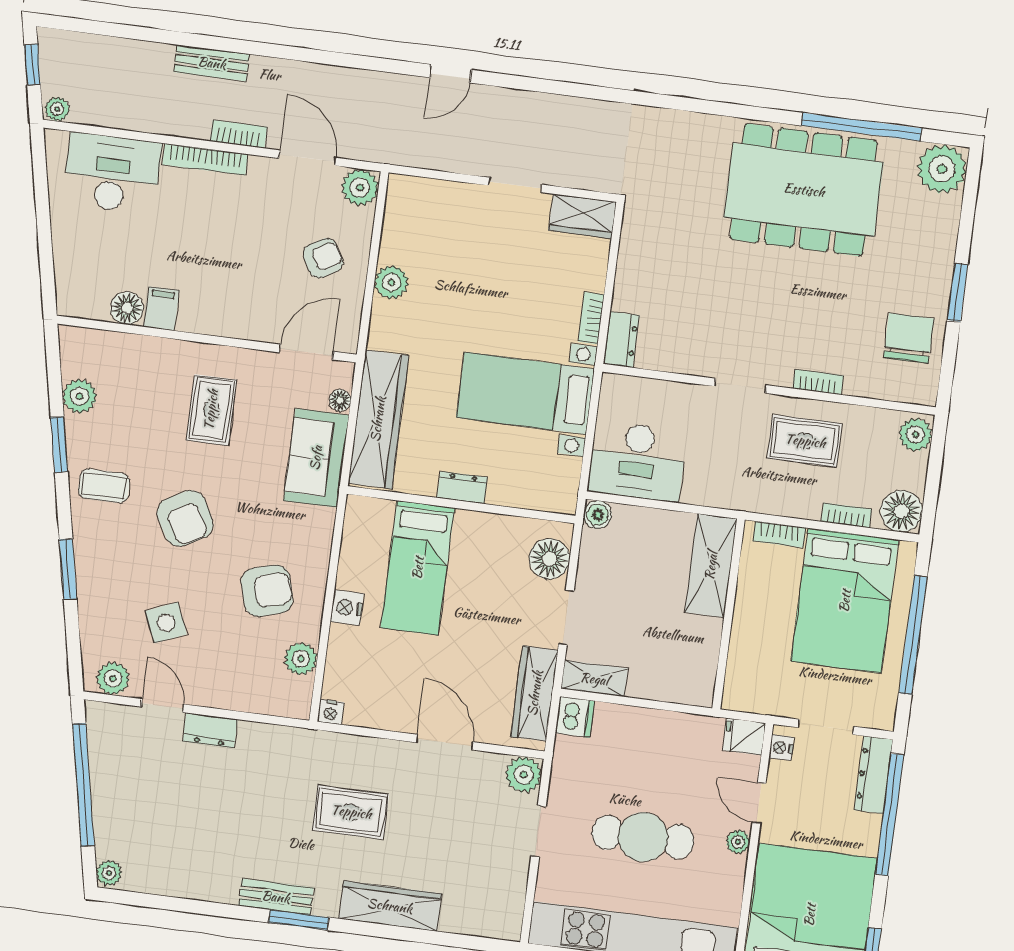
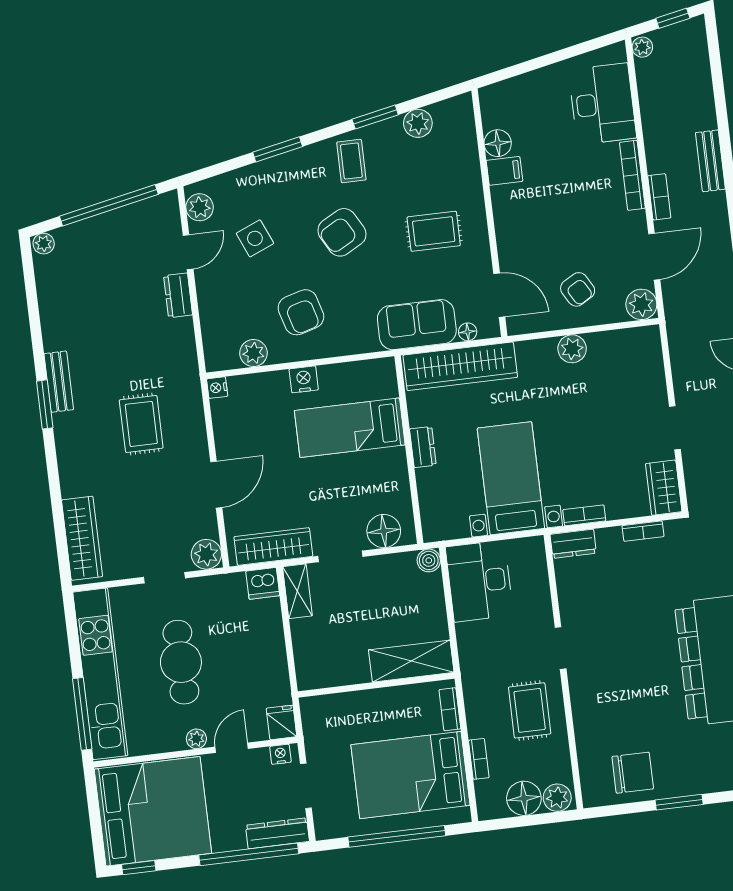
bookcase: (818, 382) -> (643, 531), moved, turned 90
floor lamp: (901, 511) -> (524, 798), moved
wardrobe: (390, 906) -> (82, 538), moved

